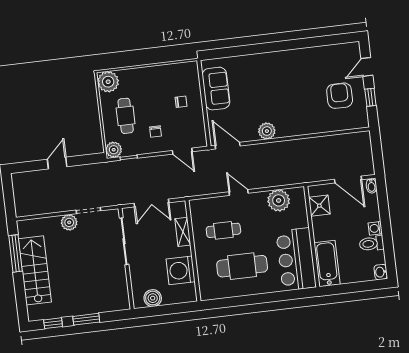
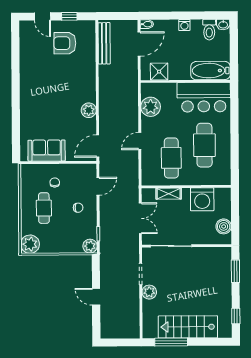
cafe table: (126, 116) -> (44, 208), moved, turned 90
bench: (344, 140) -> (104, 43), added
cafe table: (223, 230) -> (171, 158), width x1.37, depth x1.35
toilet: (372, 244) -> (209, 30), moved
window: (86, 319) -> (235, 271), moved

